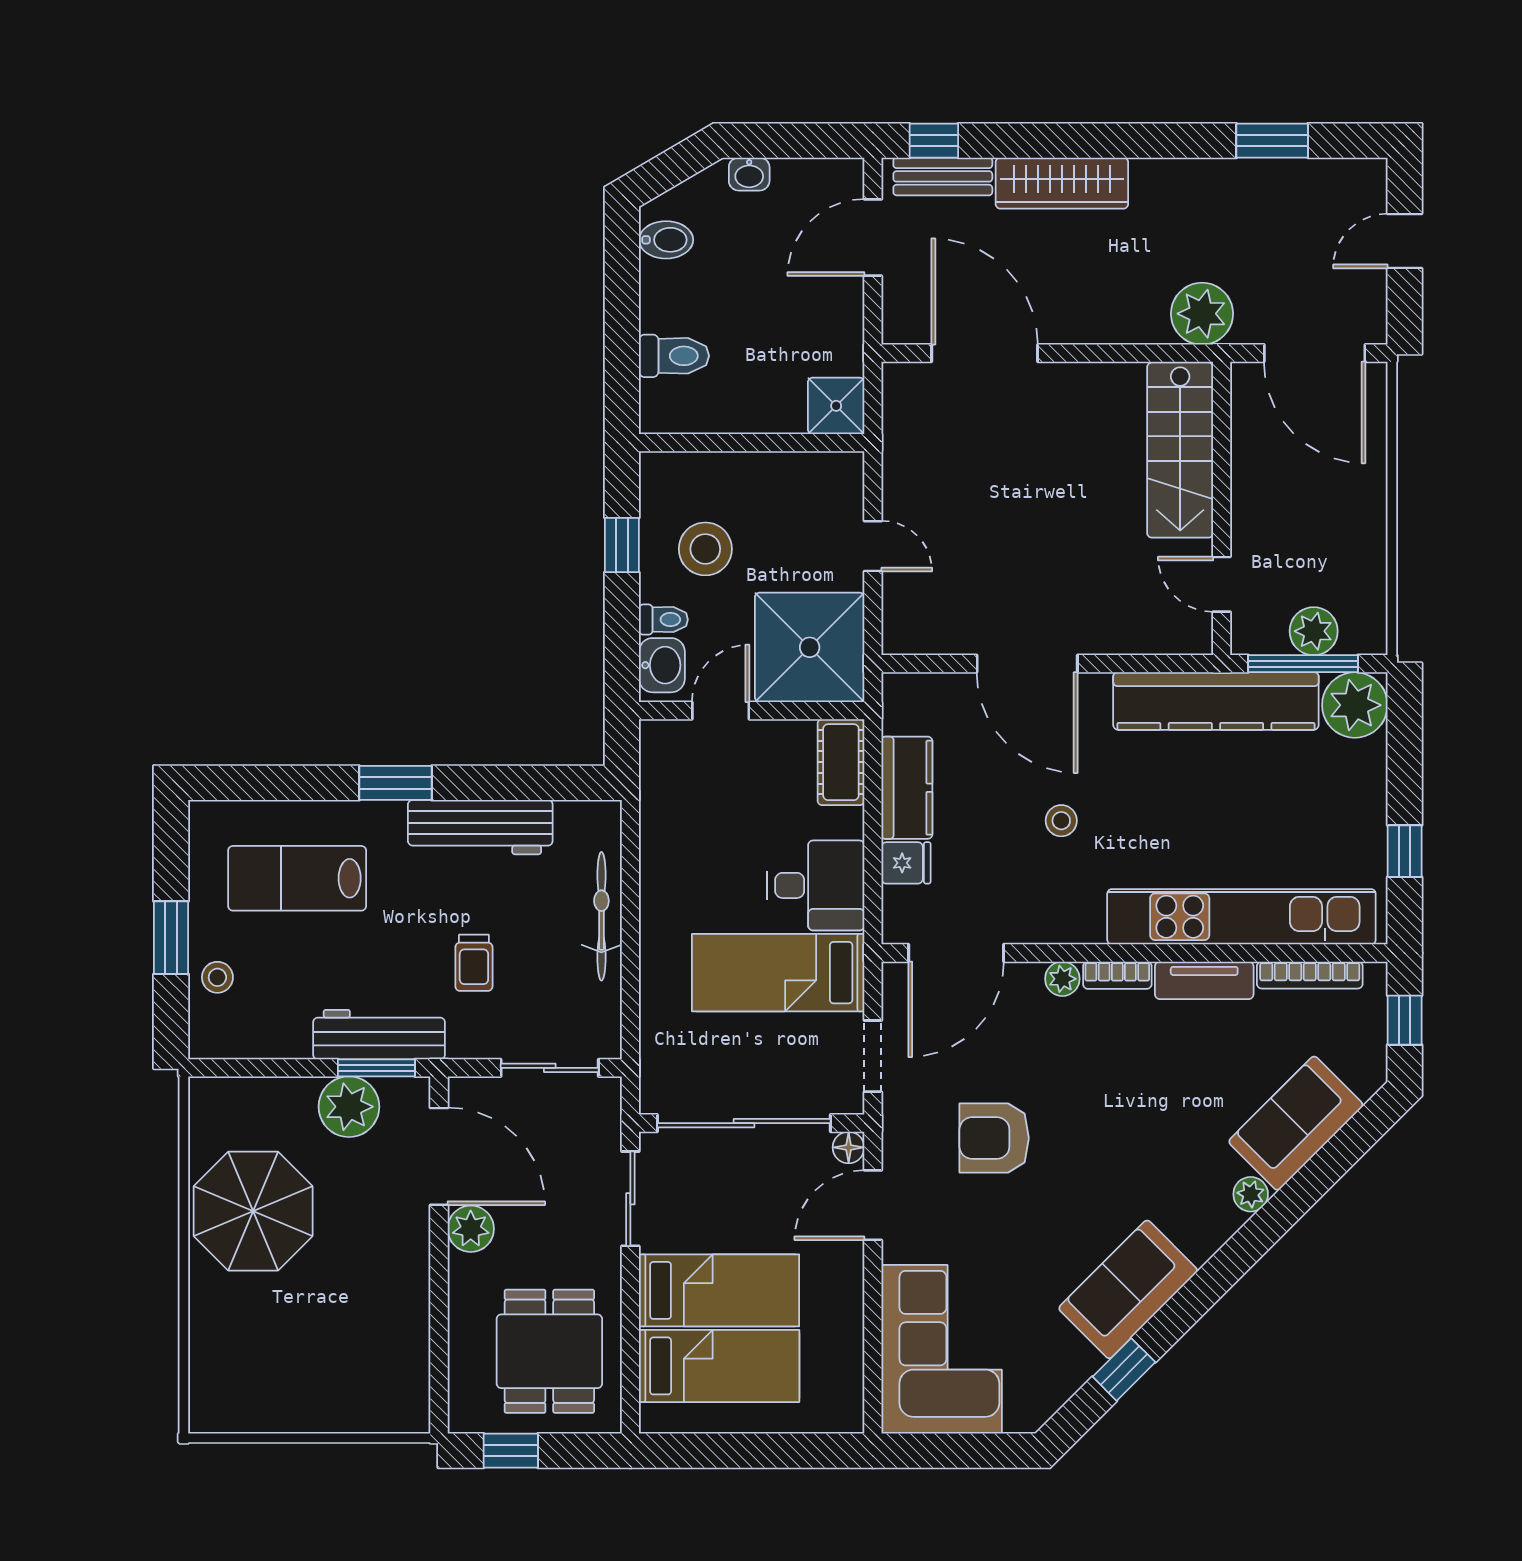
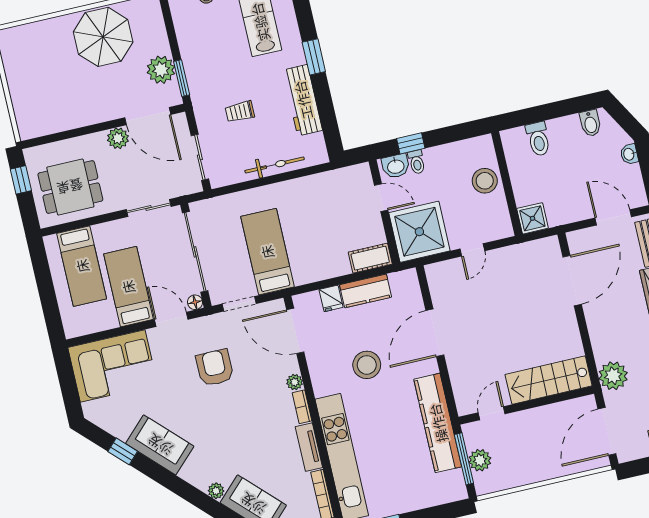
window: (622, 545) -> (411, 143), moved
stool: (705, 549) -> (485, 181), moved
plant: (1355, 705) -> (451, 487), removed
stool: (1061, 821) -> (367, 365), width x1.89, depth x1.89
desk: (816, 885) -> (311, 260), removed
workbench: (379, 1035) -> (197, 76), removed
door: (439, 1156) -> (148, 116), hinge flipped
bed: (719, 1290) -> (128, 287), moved, turned 180

